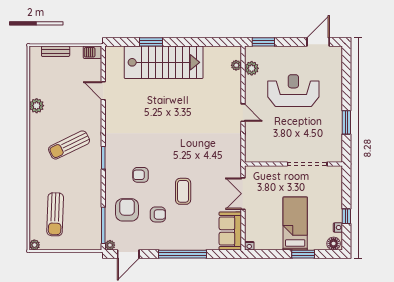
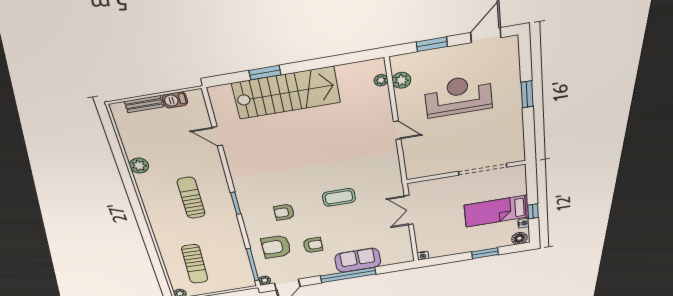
window: (263, 42) -> (432, 44), moved
barbecue: (92, 52) -> (175, 100), moved
window: (346, 122) -> (527, 94), moved
sun lounger: (69, 145) -> (191, 198), turned 116
coffee table: (183, 191) -> (339, 197), moved, turned 90
armchair: (127, 210) -> (276, 247), turned -90
bed: (295, 224) -> (497, 211), moved, turned -90
sofa: (230, 231) -> (358, 260), moved, turned 90

